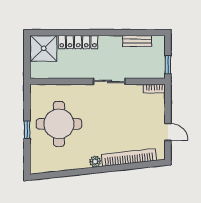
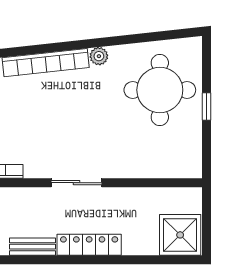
locker: (78, 42) -> (89, 245), moved
round table: (59, 124) -> (160, 90), moved

